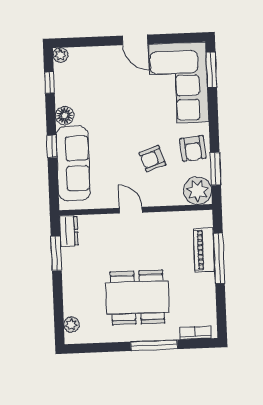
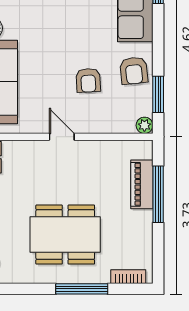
armchair: (152, 159) -> (88, 80), turned -74
plant: (198, 191) -> (144, 125), width x0.53, depth x0.53

